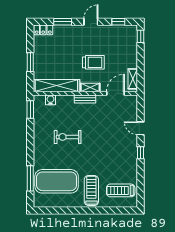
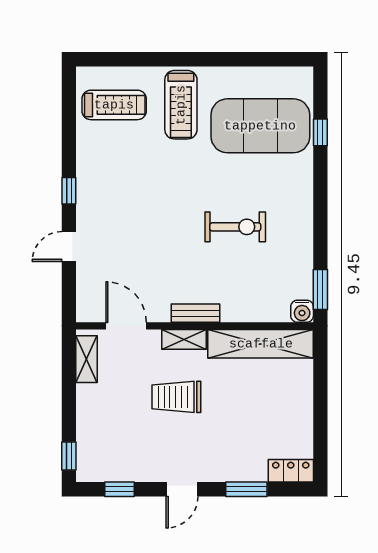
window: (30, 62) -> (320, 397), removed
door: (115, 93) -> (126, 326), swing flipped
water cooler: (51, 100) -> (302, 311), moved
door: (141, 128) -> (69, 247), swing flipped
window: (30, 178) -> (320, 132), width x0.46

